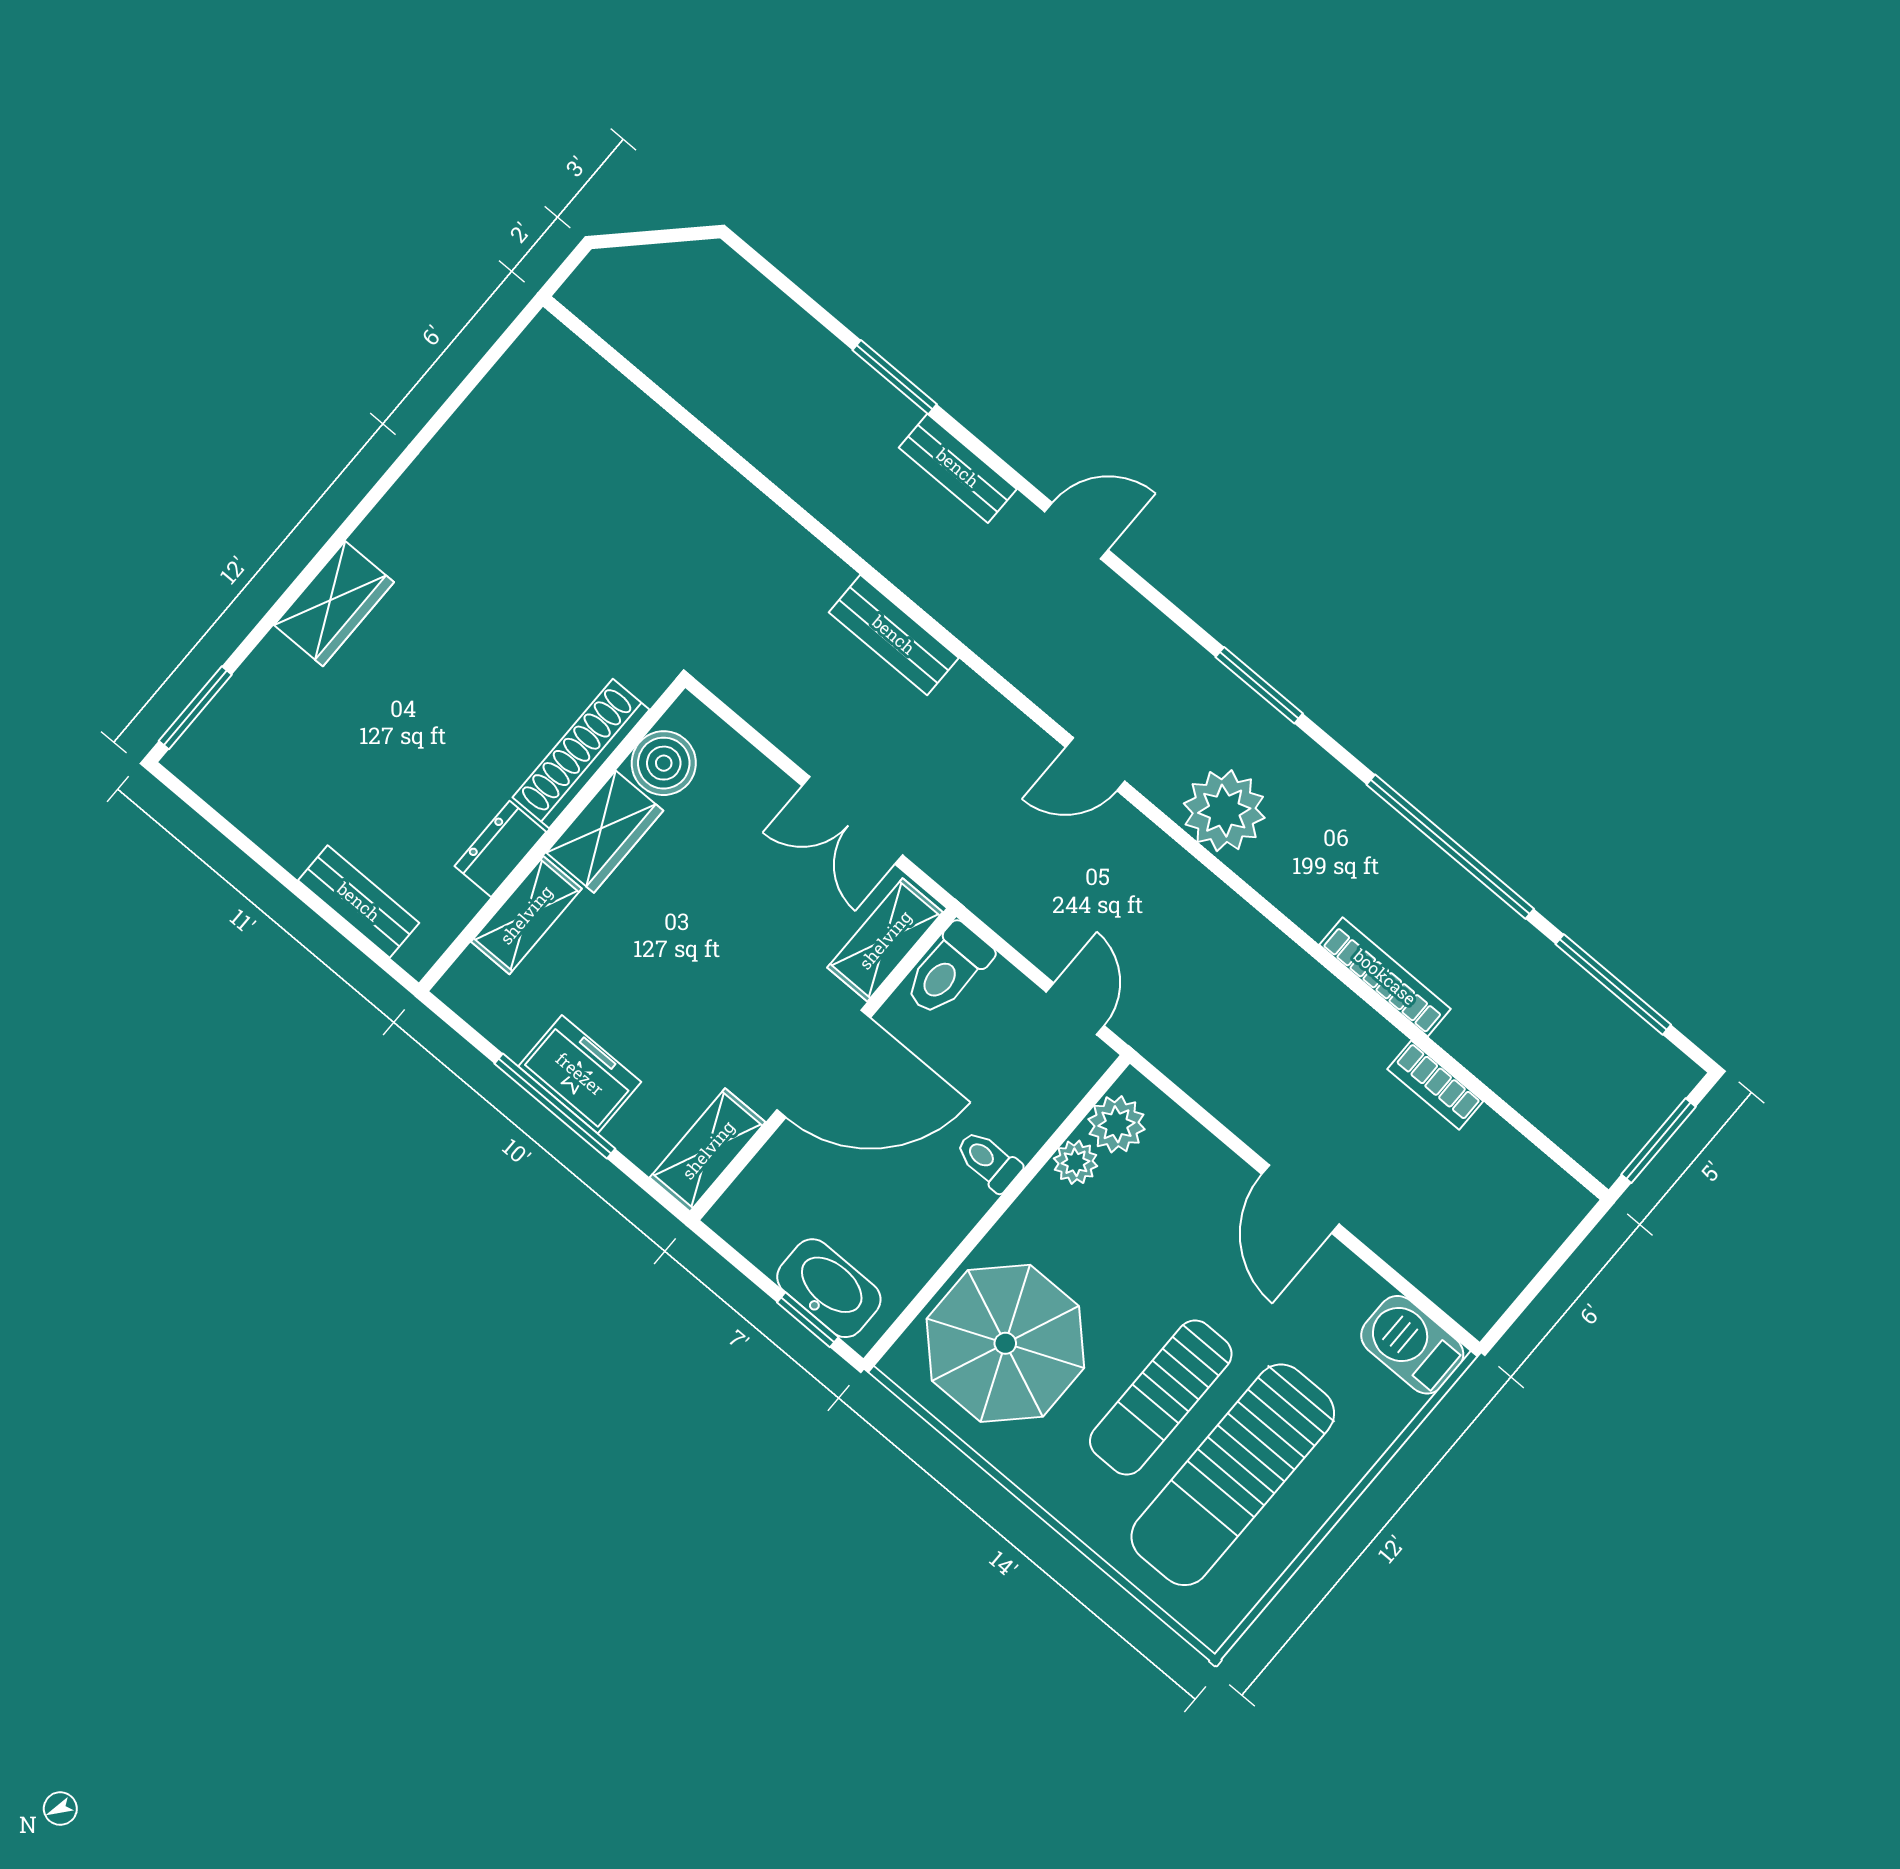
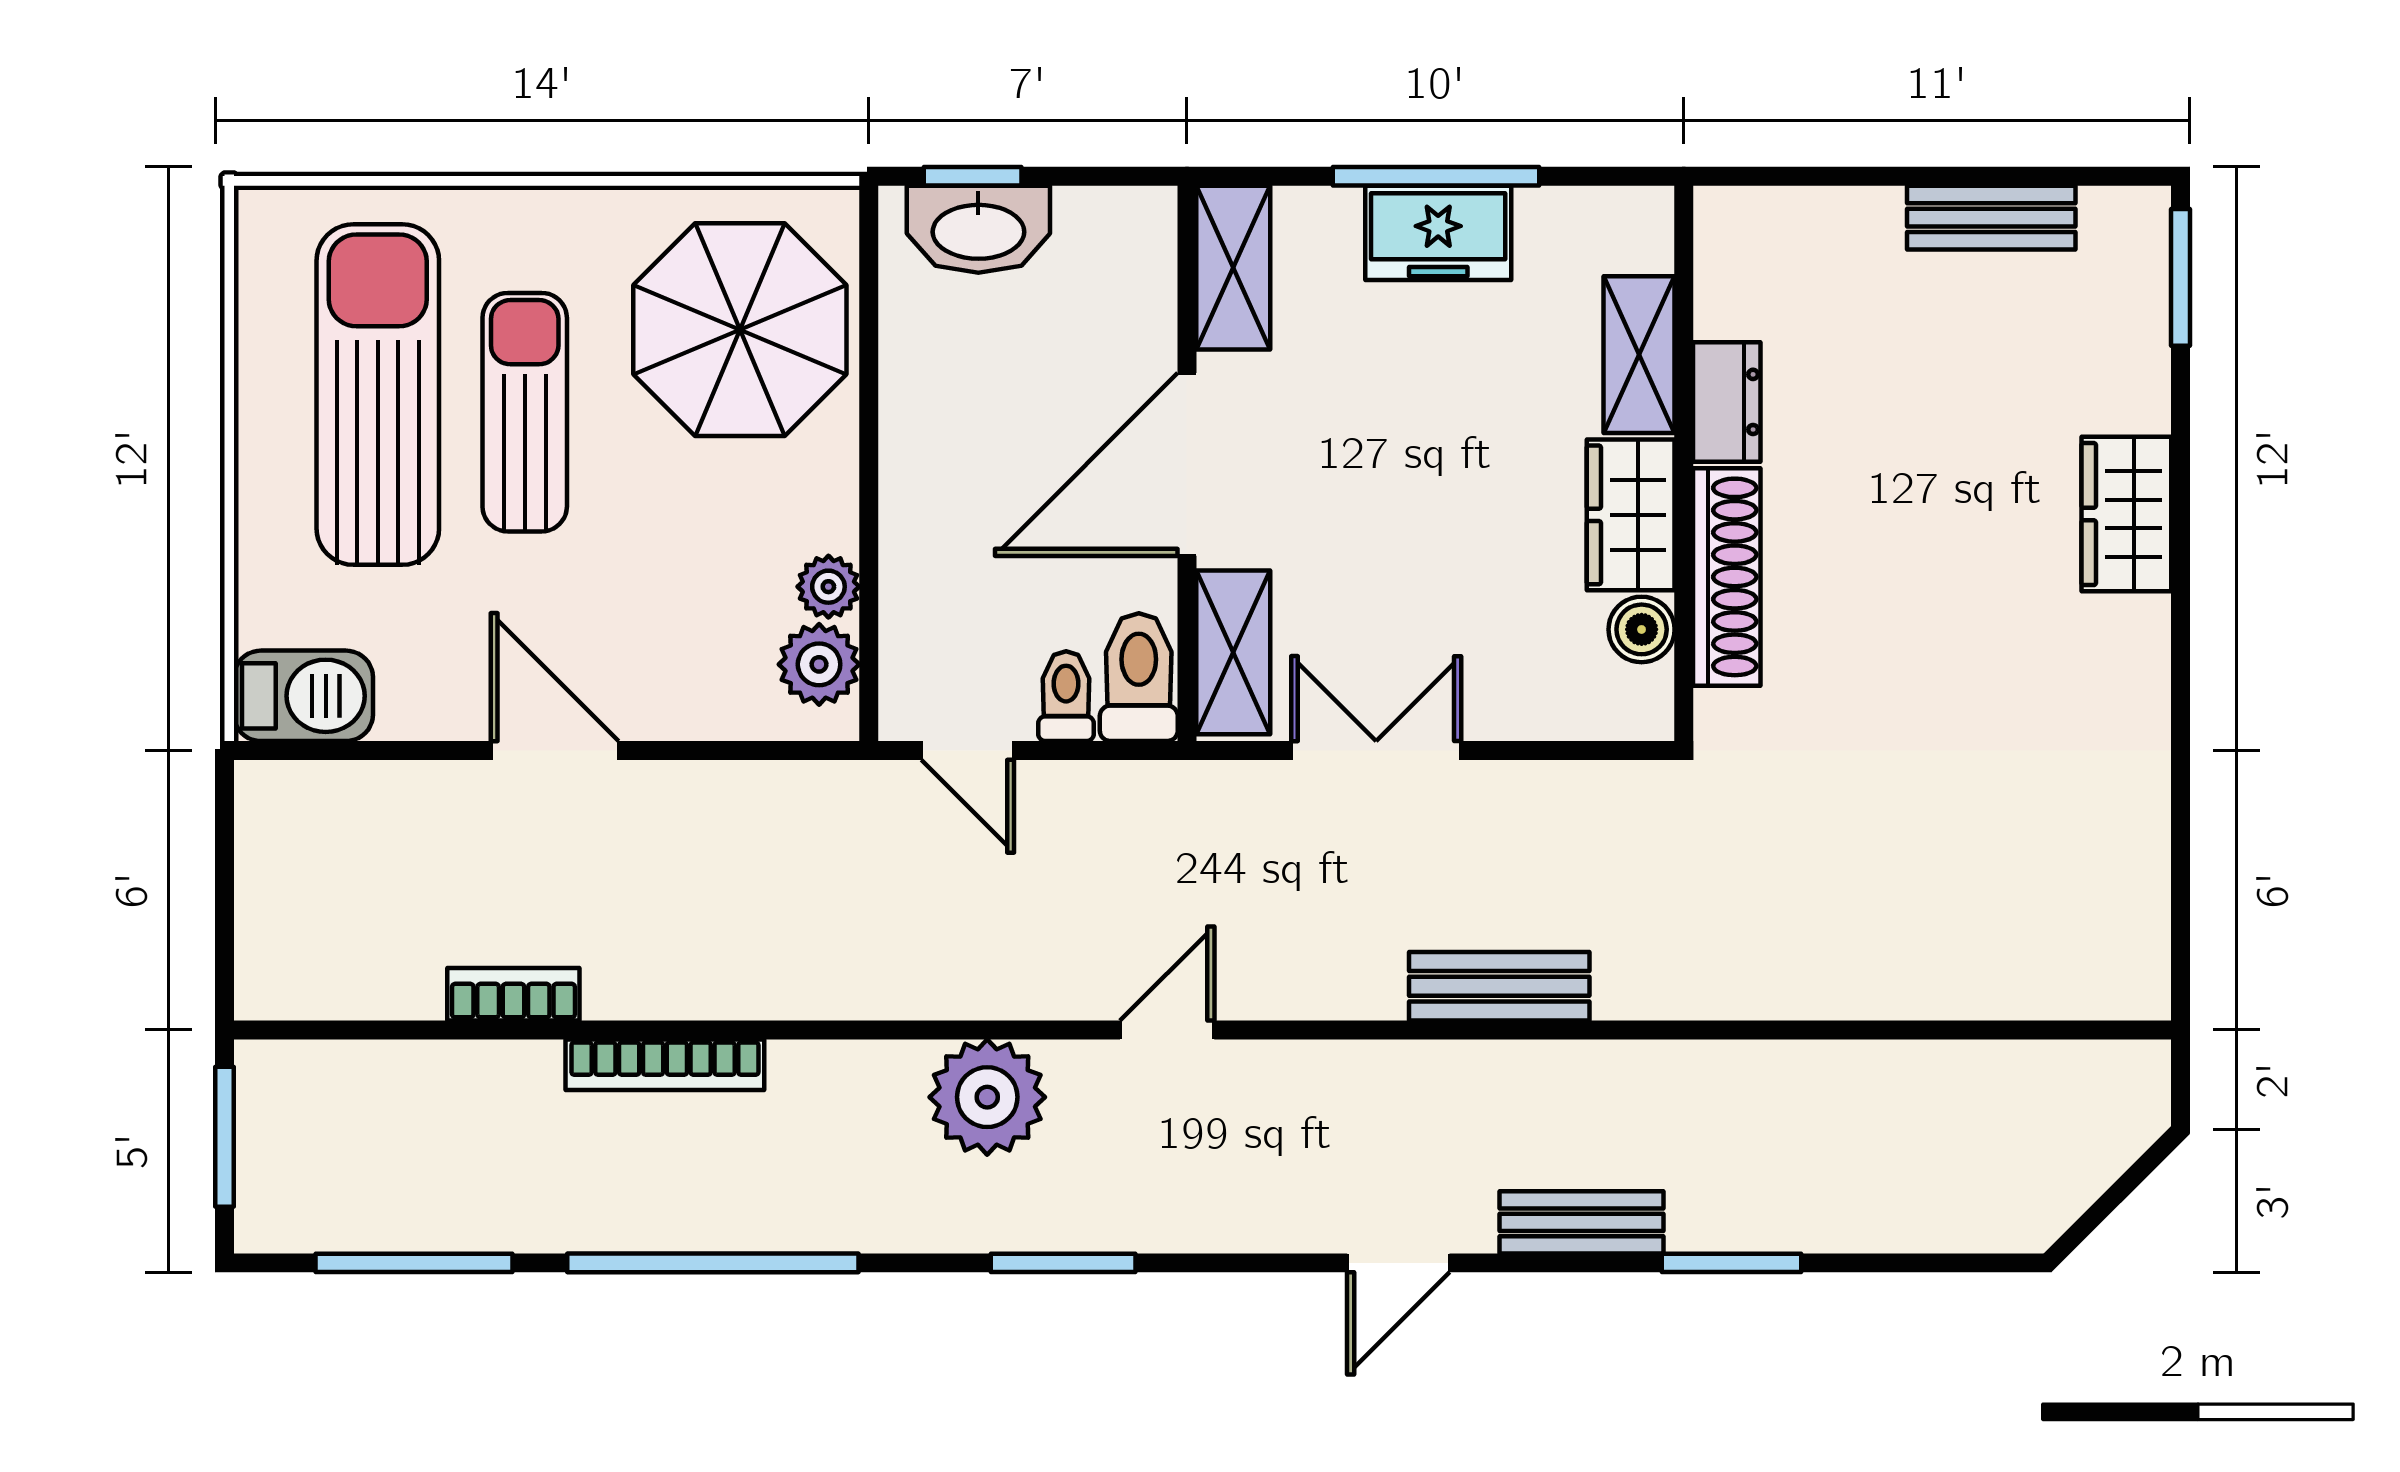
boiler: (664, 763) -> (1642, 629), width x0.73, depth x0.73
bench: (359, 902) -> (1991, 218), moved
toilet: (988, 1161) -> (1066, 696), moved, turned -90

